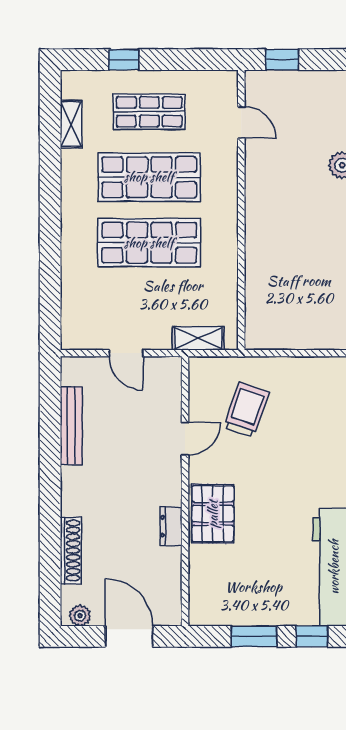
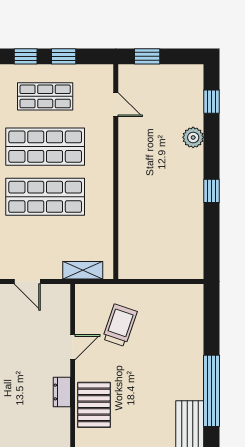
window: (173, 60) -> (64, 56), added
dresser: (171, 526) -> (62, 392), moved

